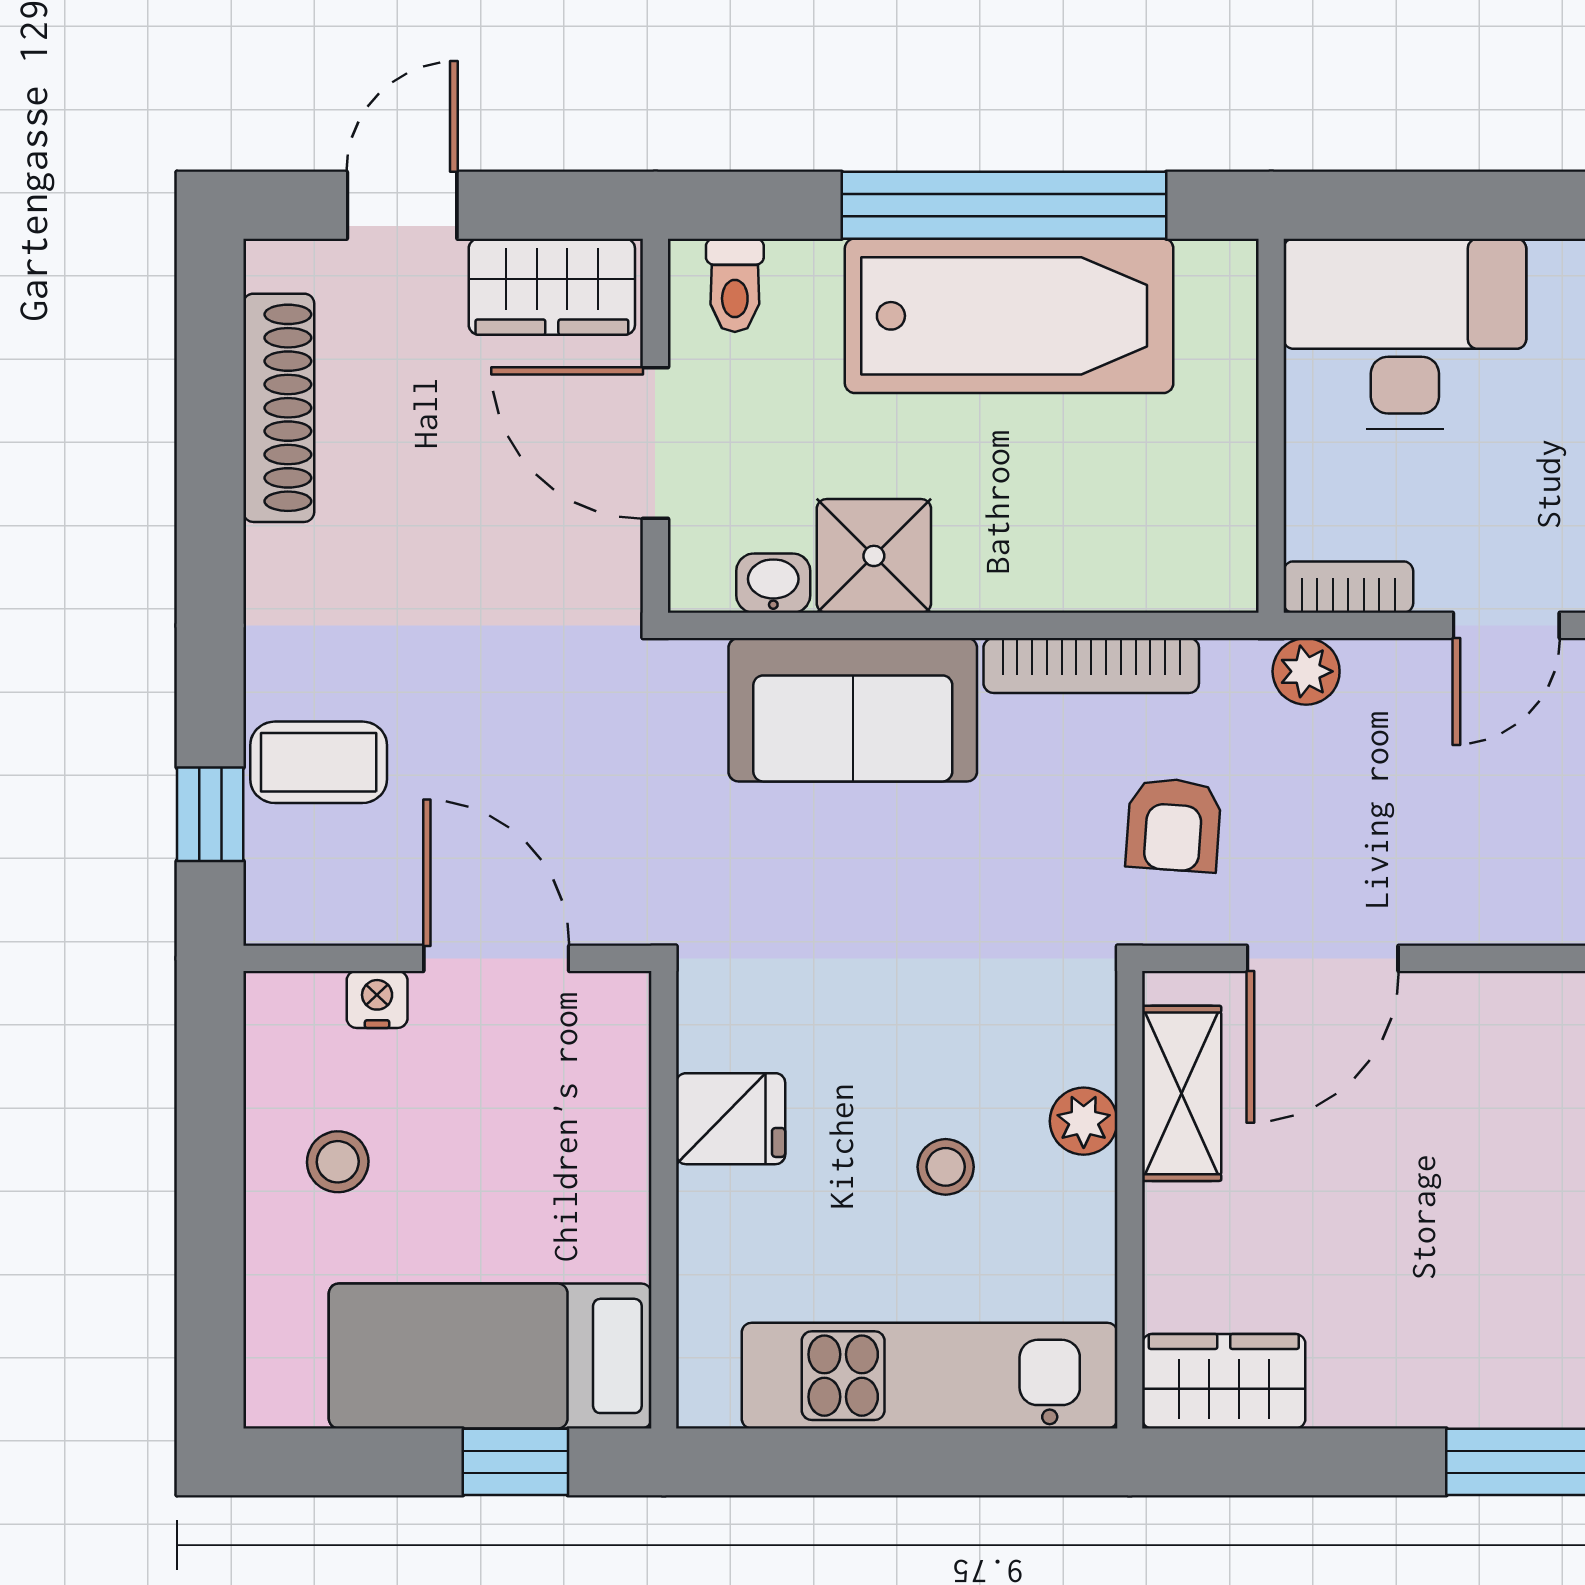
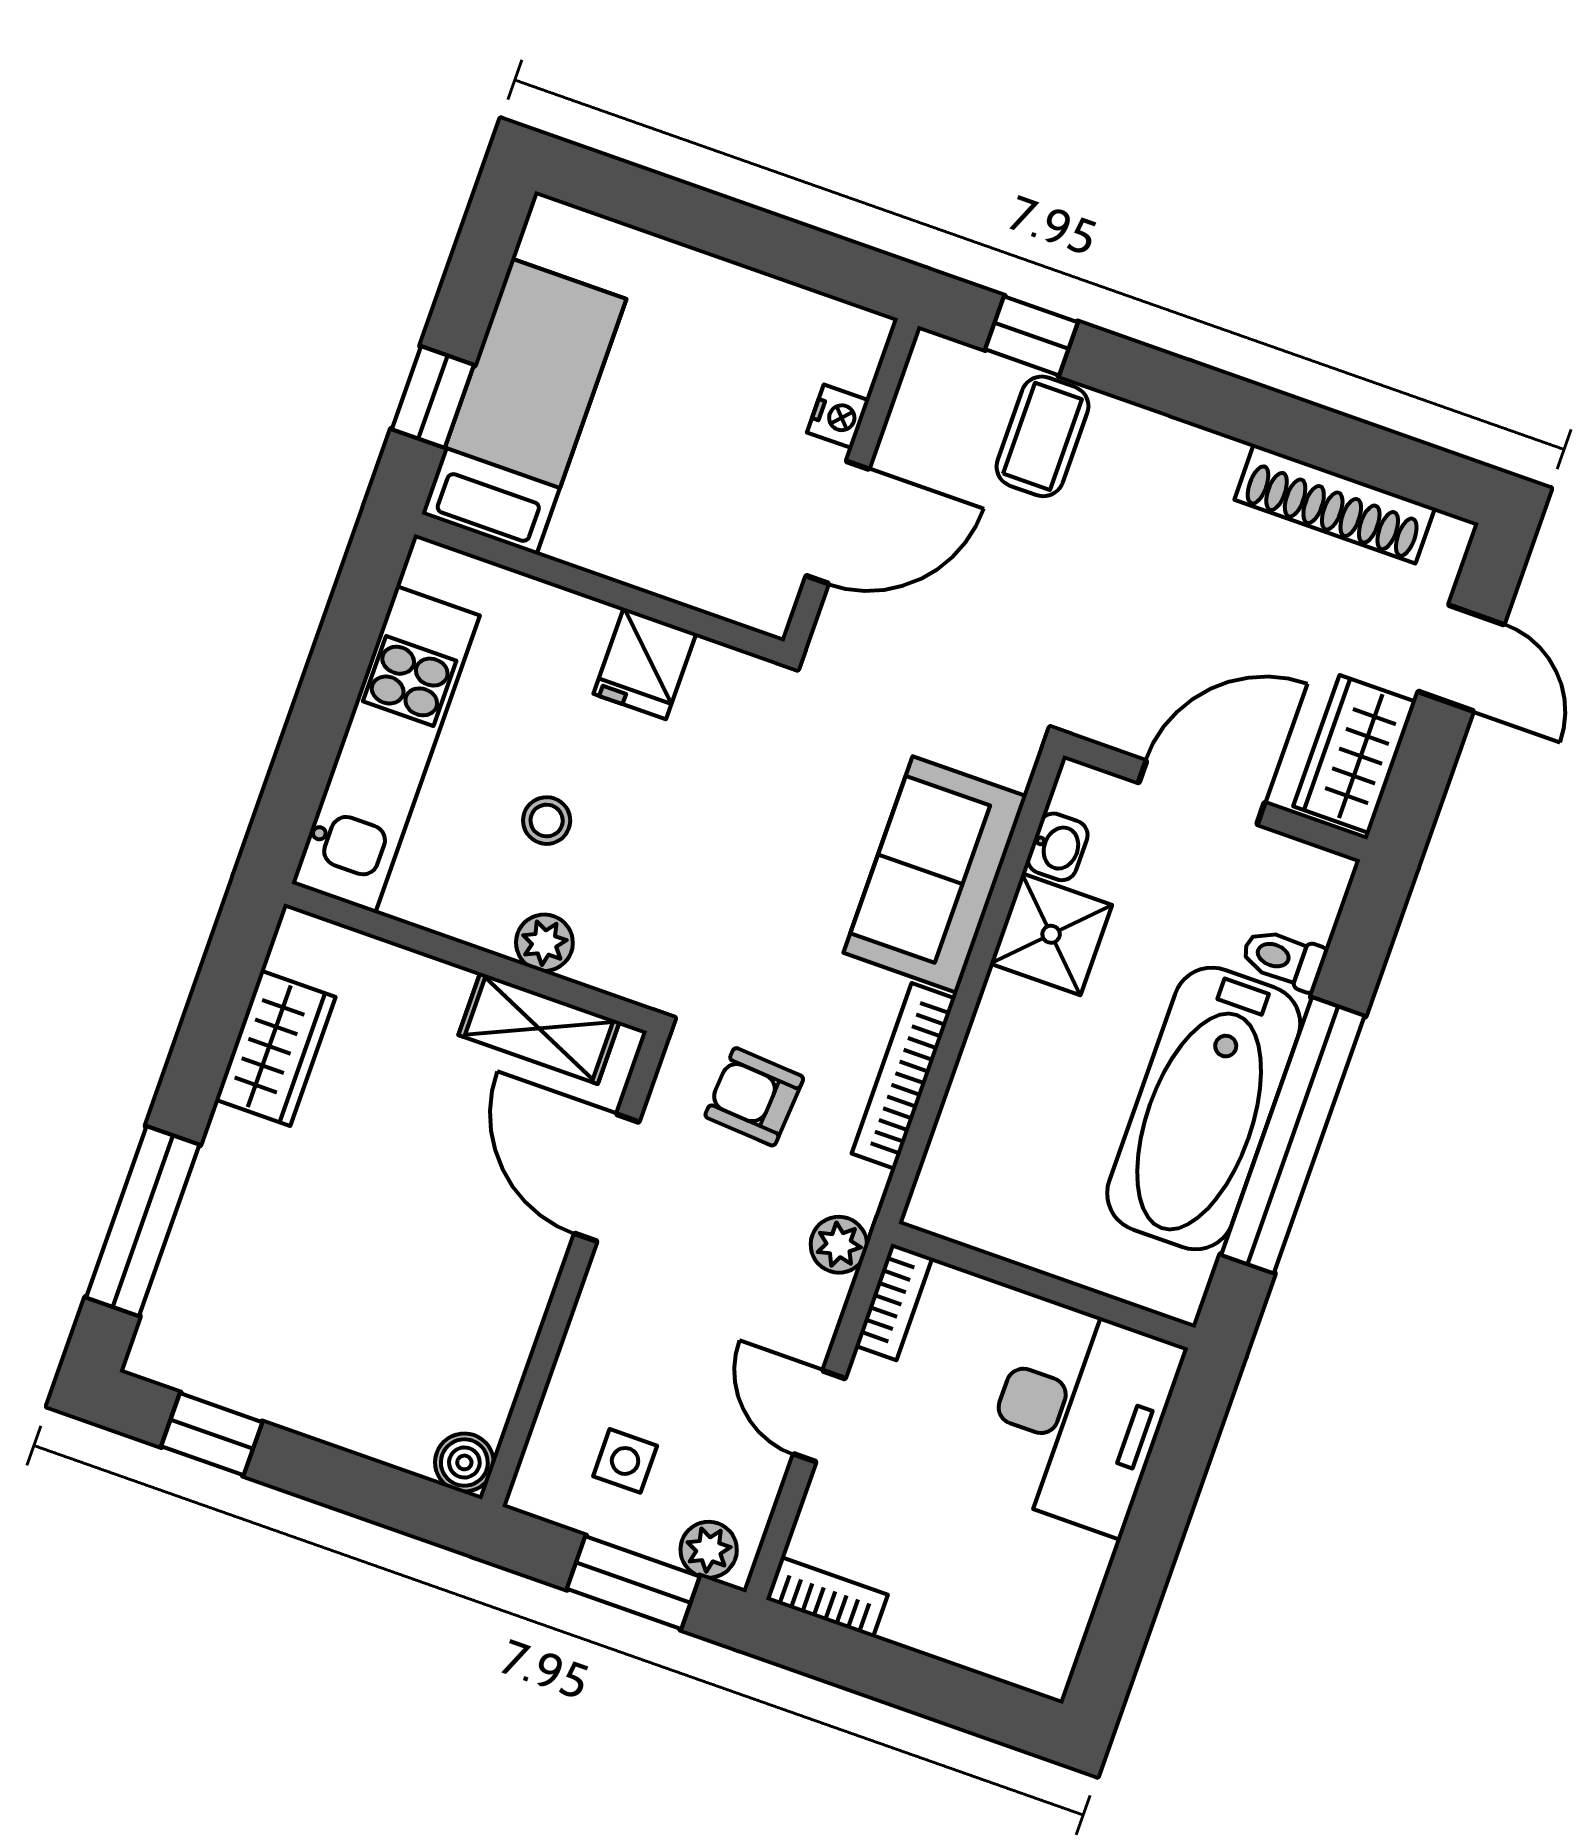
toilet: (735, 285) -> (1284, 959), moved
stool: (338, 1162) -> (720, 340), removed
wardrobe: (1224, 1381) -> (275, 1048), moved

